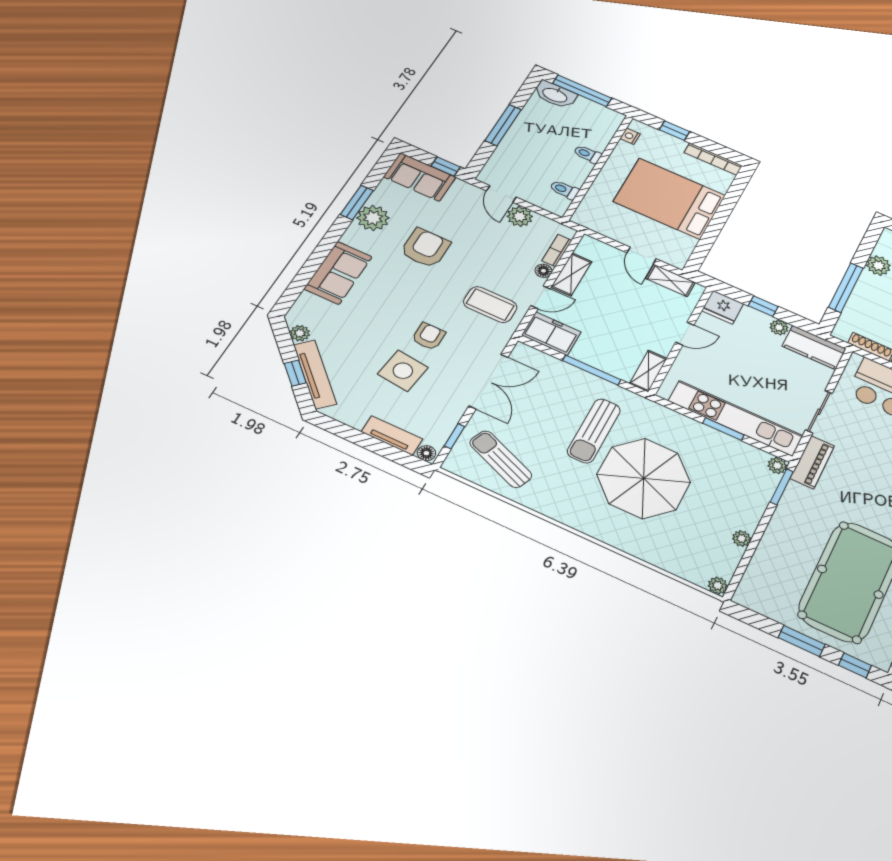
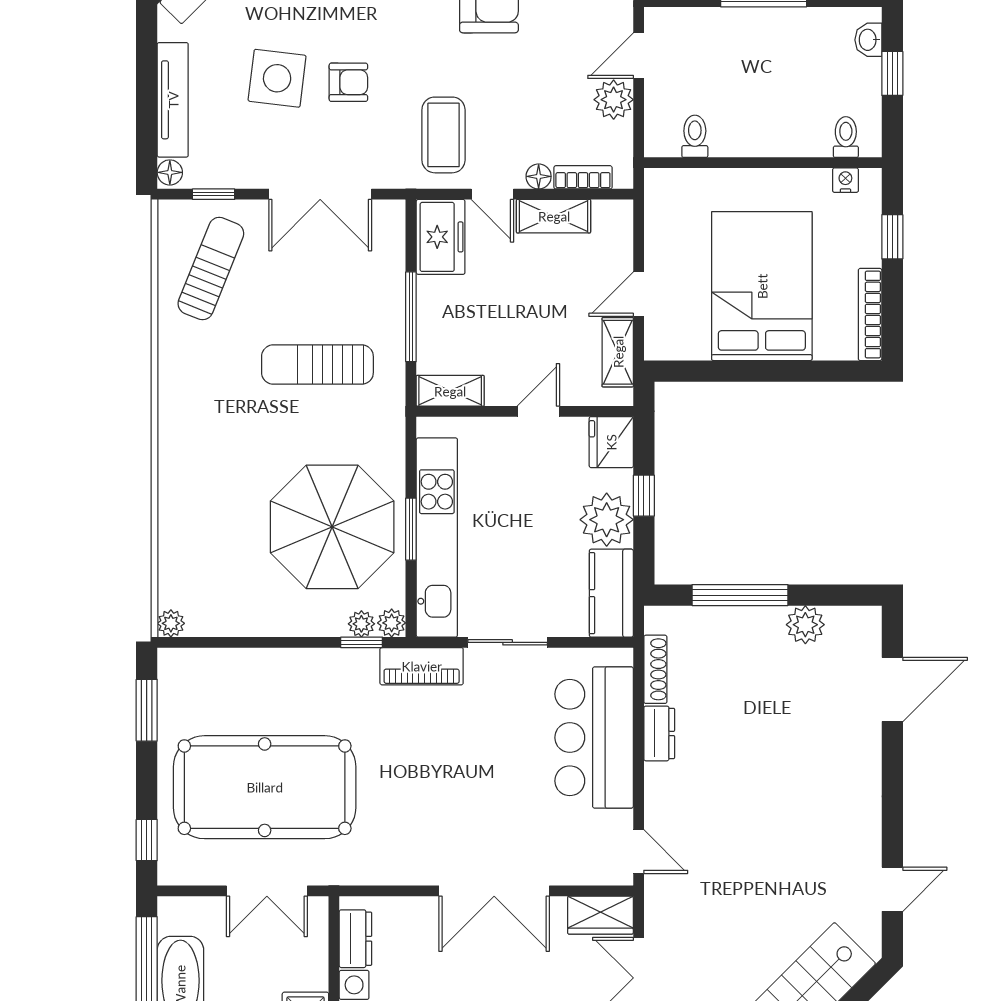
window: (582, 91) -> (892, 73), width x0.46
washbasin: (555, 95) -> (868, 40), width x0.52, depth x0.69
toilet: (587, 154) -> (846, 137), moved
plant: (779, 327) -> (607, 520), width x1.87, depth x1.87
door: (685, 334) -> (538, 411), swing flipped
tv unit: (392, 435) -> (173, 100), width x1.41
parasol: (644, 478) -> (332, 527), moved
window: (782, 487) -> (362, 642), width x0.67
plant: (742, 538) -> (361, 624), moved
window: (802, 641) -> (147, 710), moved

